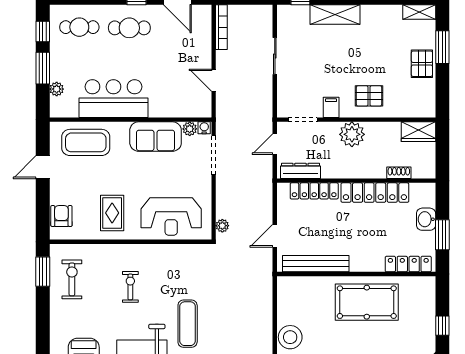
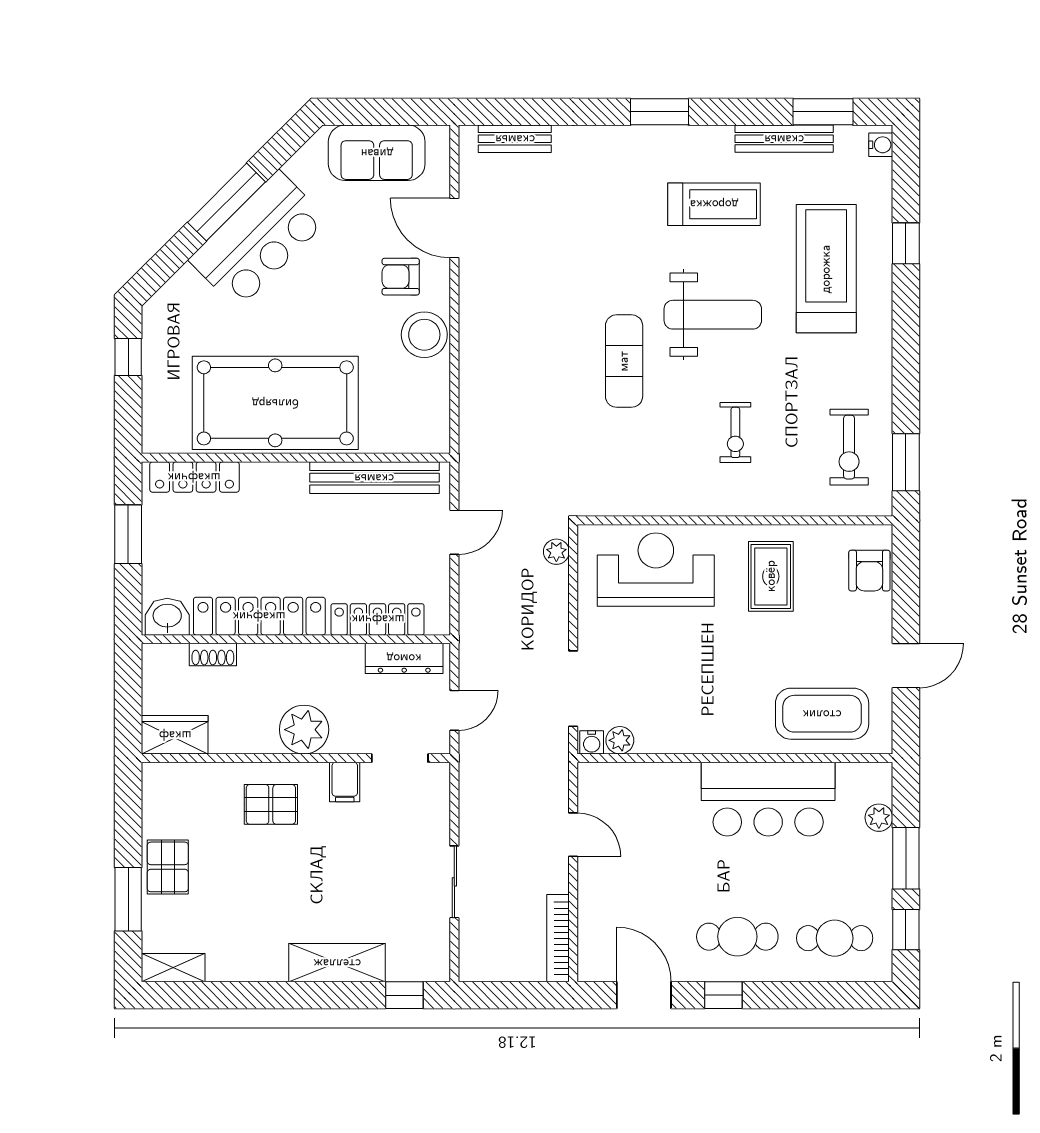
sofa: (156, 137) -> (686, 725), removed
washbasin: (426, 219) -> (167, 617), moved, turned -90
pool table: (367, 302) -> (275, 403), width x1.36, depth x1.32

